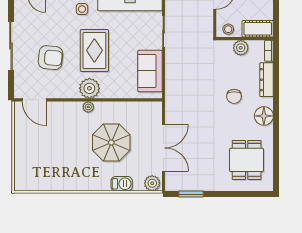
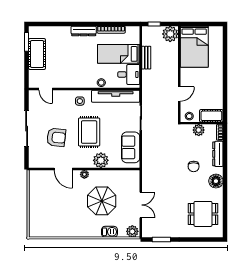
plant: (89, 88) -> (101, 160), moved
door: (34, 100) -> (63, 169), moved
double door: (163, 148) -> (141, 205), width x0.73
dining table: (247, 160) -> (203, 214), turned 90

